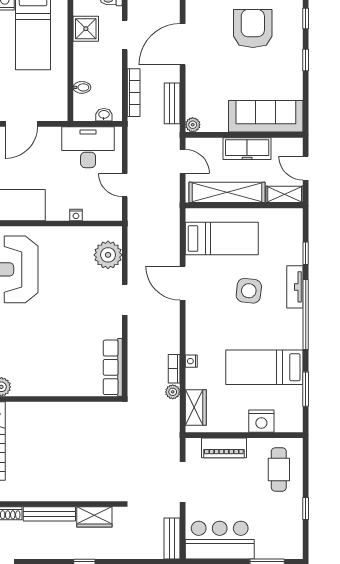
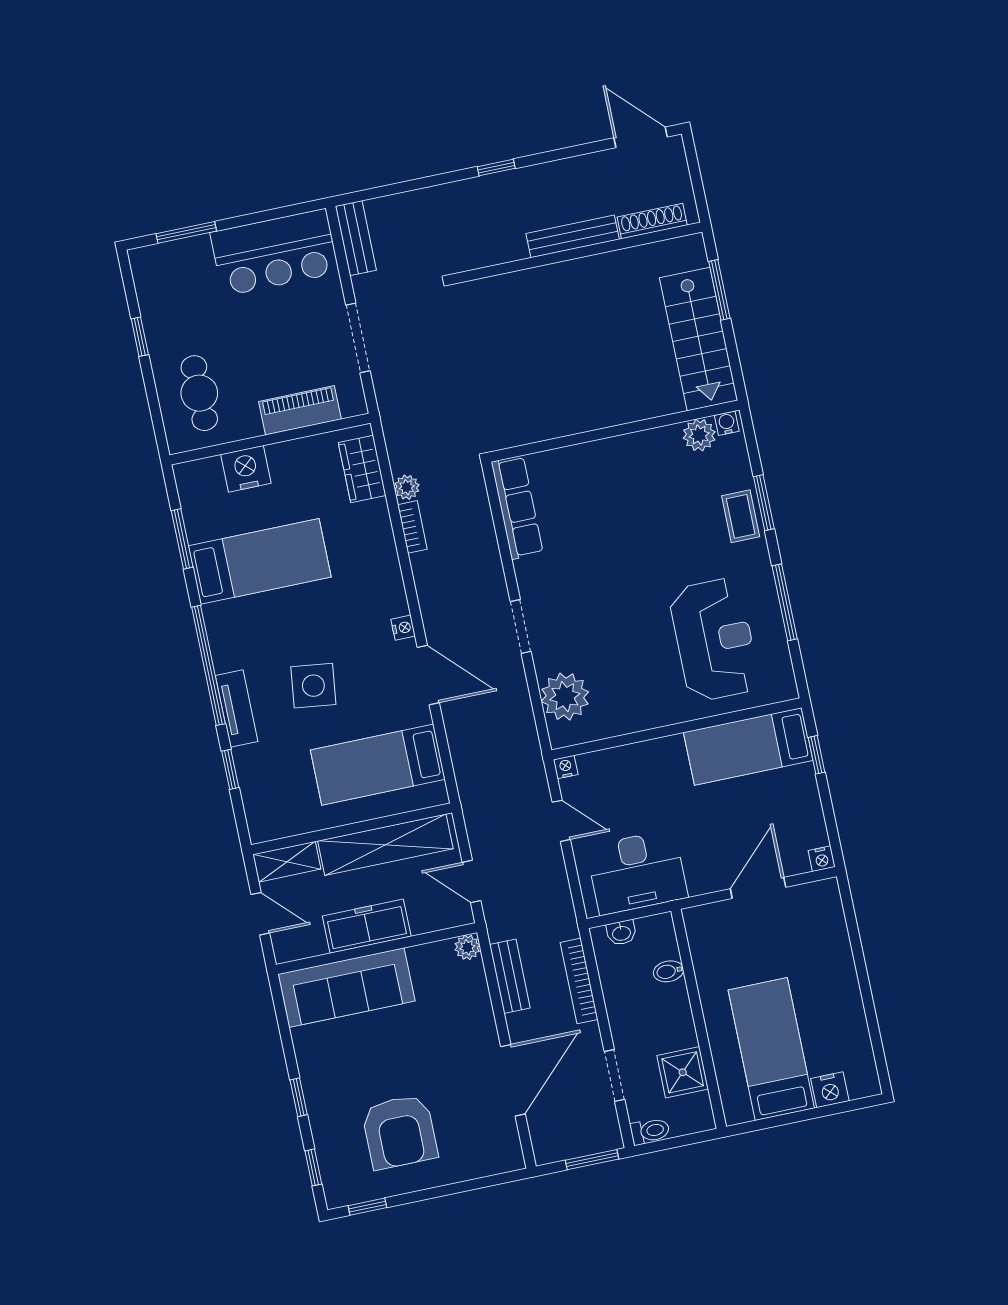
nightstand: (76, 215) -> (566, 767), moved
nightstand: (191, 361) -> (403, 628), moved
wardrobe: (94, 517) -> (495, 247), removed

